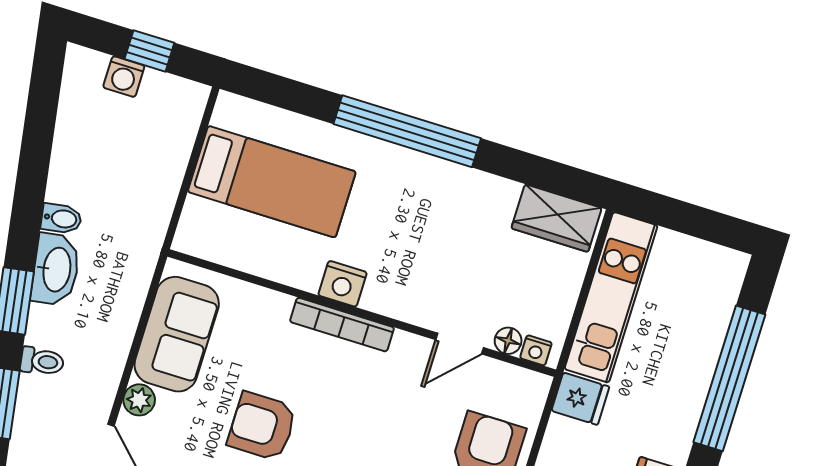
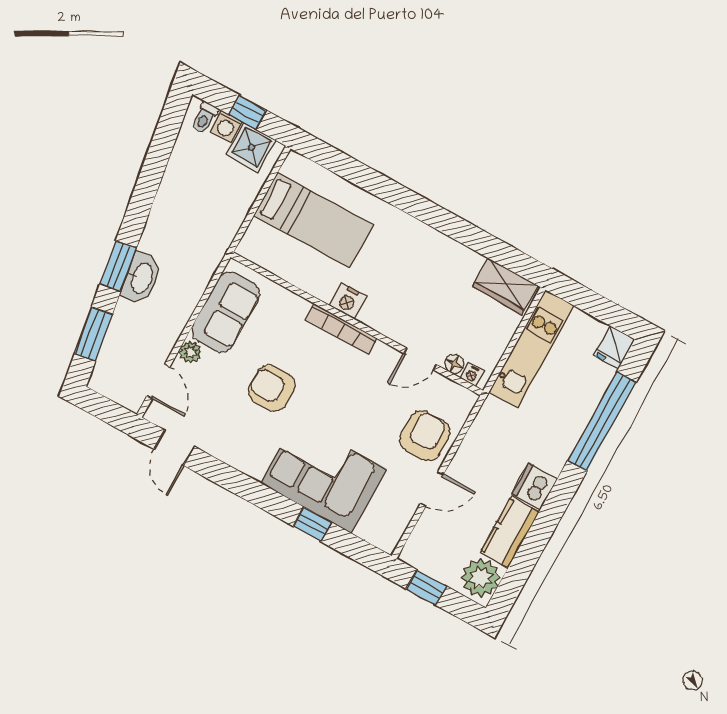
shower: (165, 99) -> (251, 147), added
window: (407, 131) -> (414, 205), removed
bidet: (61, 219) -> (163, 216), removed
washbasin: (56, 269) -> (141, 278), moved
toilet: (42, 361) -> (205, 118), moved, turned 99
fridge: (580, 399) -> (614, 347), moved, turned 90

